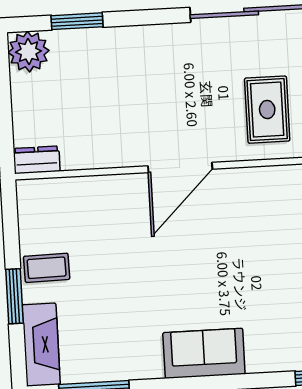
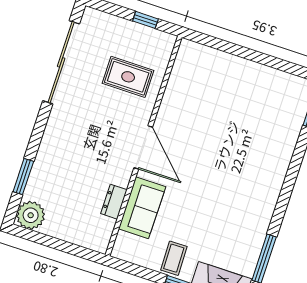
dresser: (37, 160) -> (114, 202), moved
sofa: (204, 353) -> (142, 208), moved, turned 180

